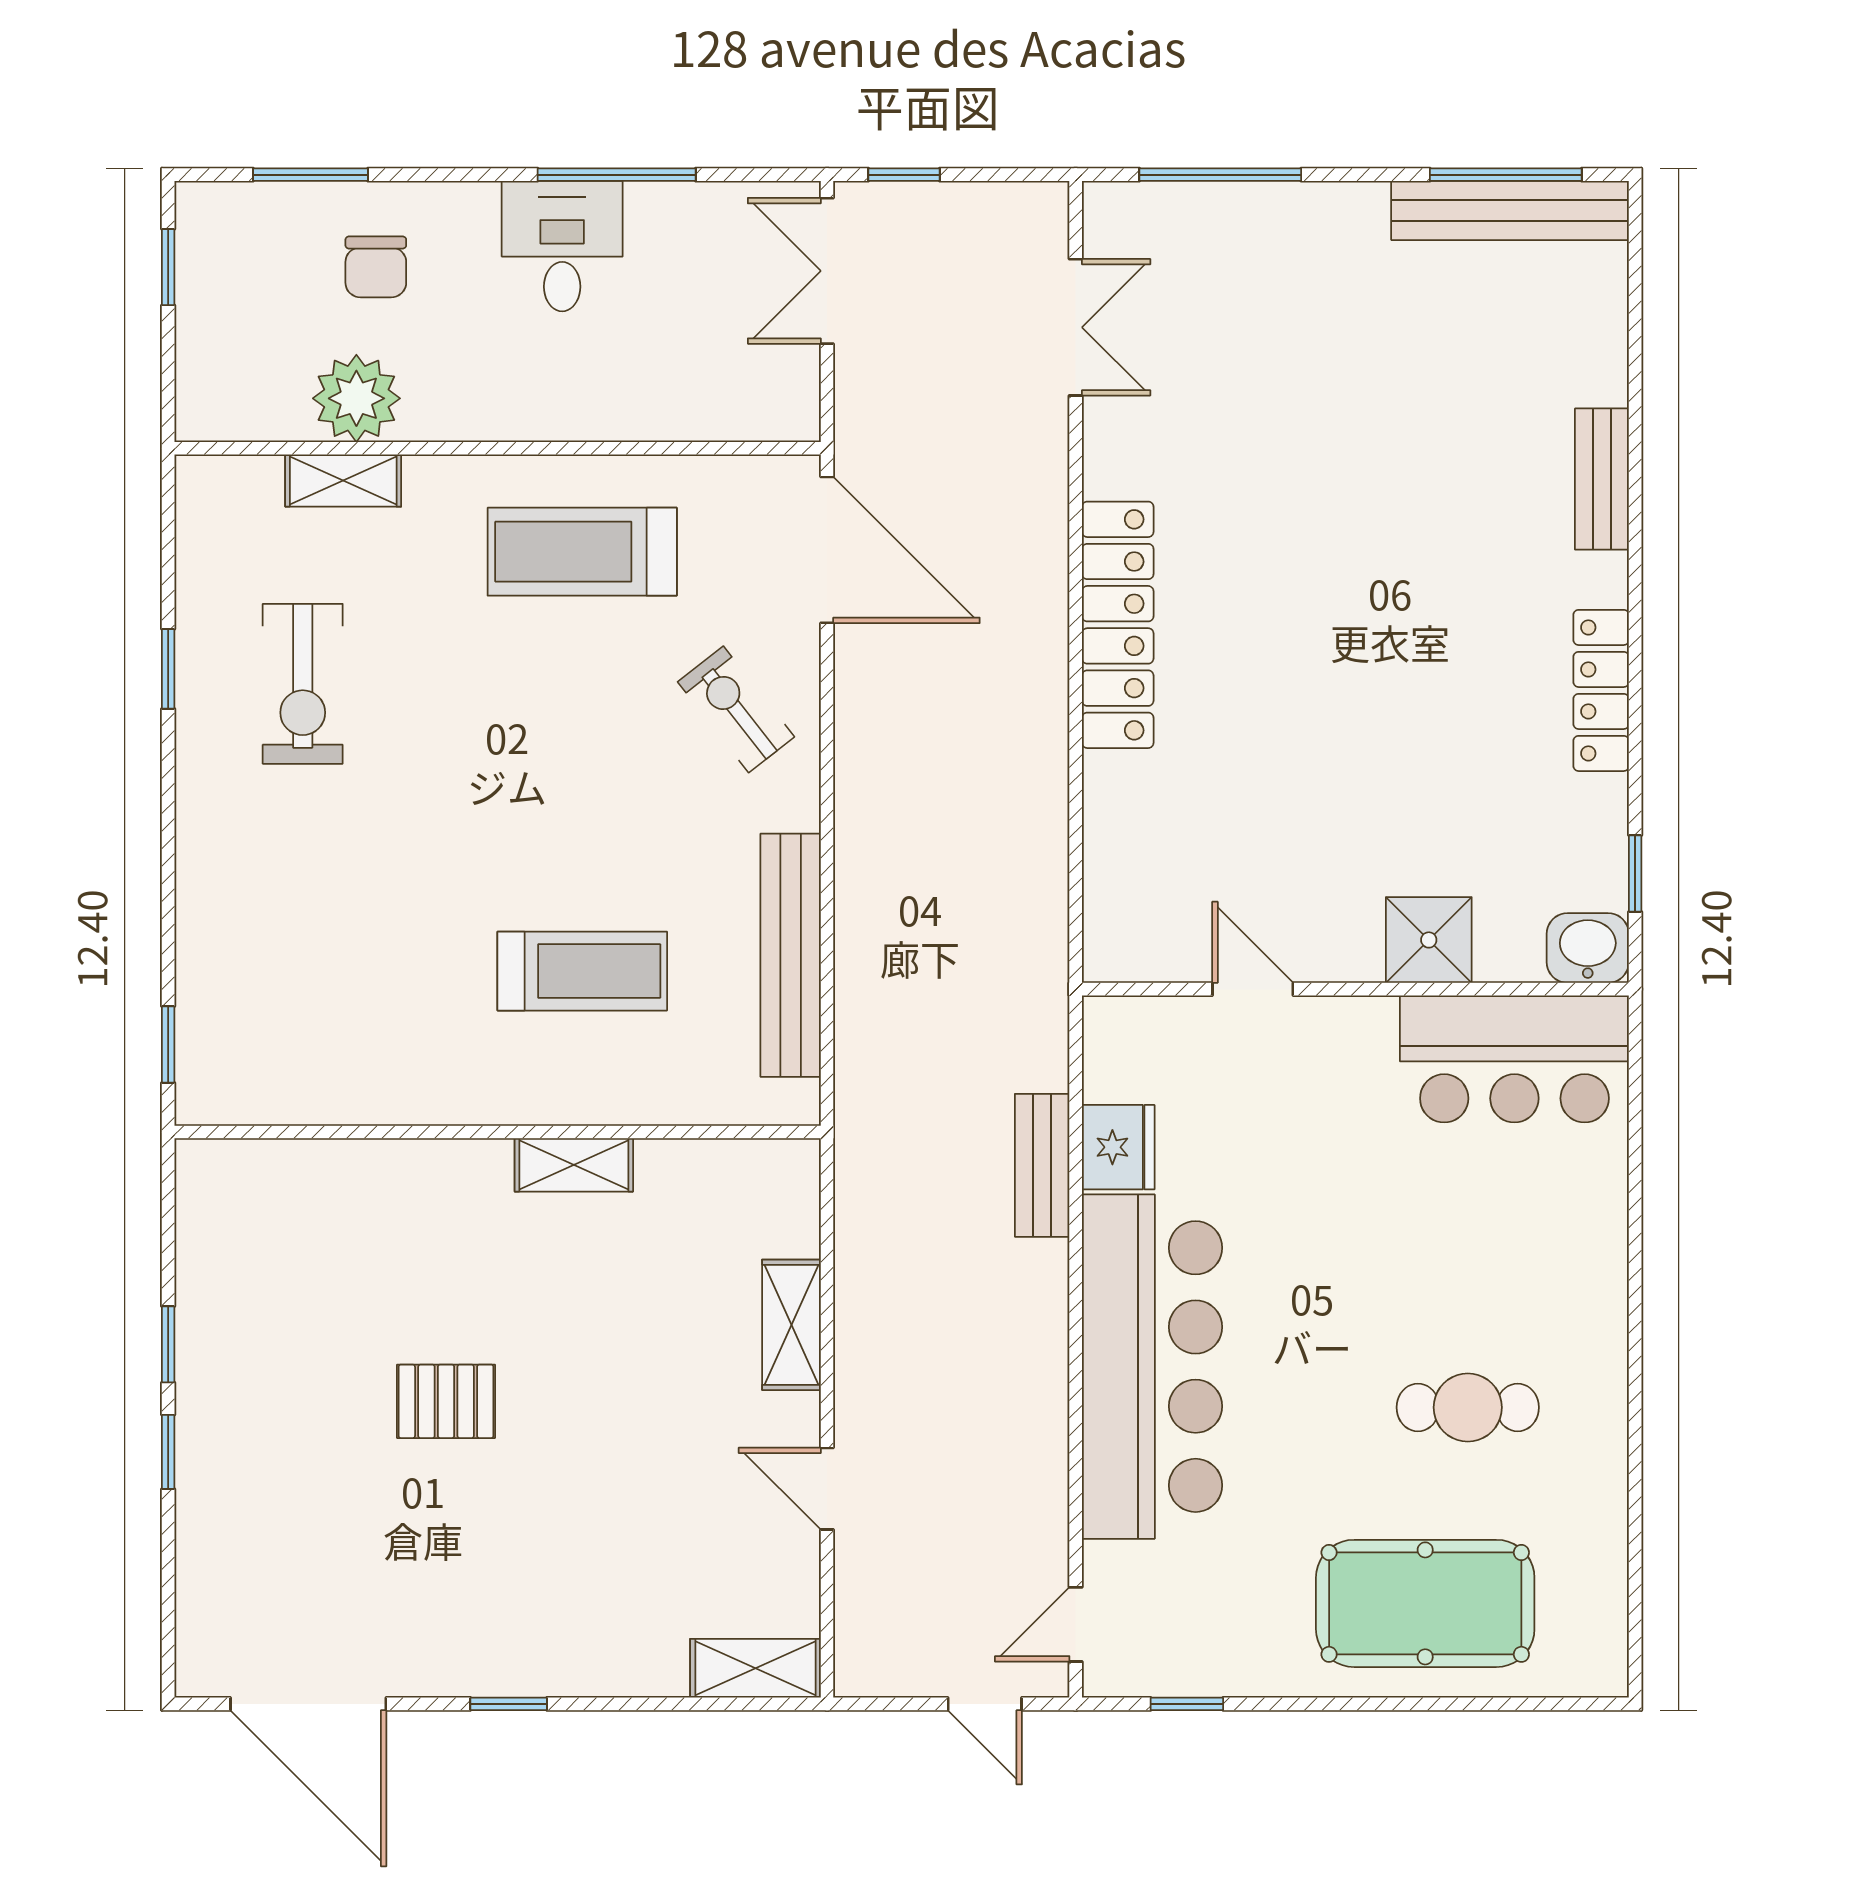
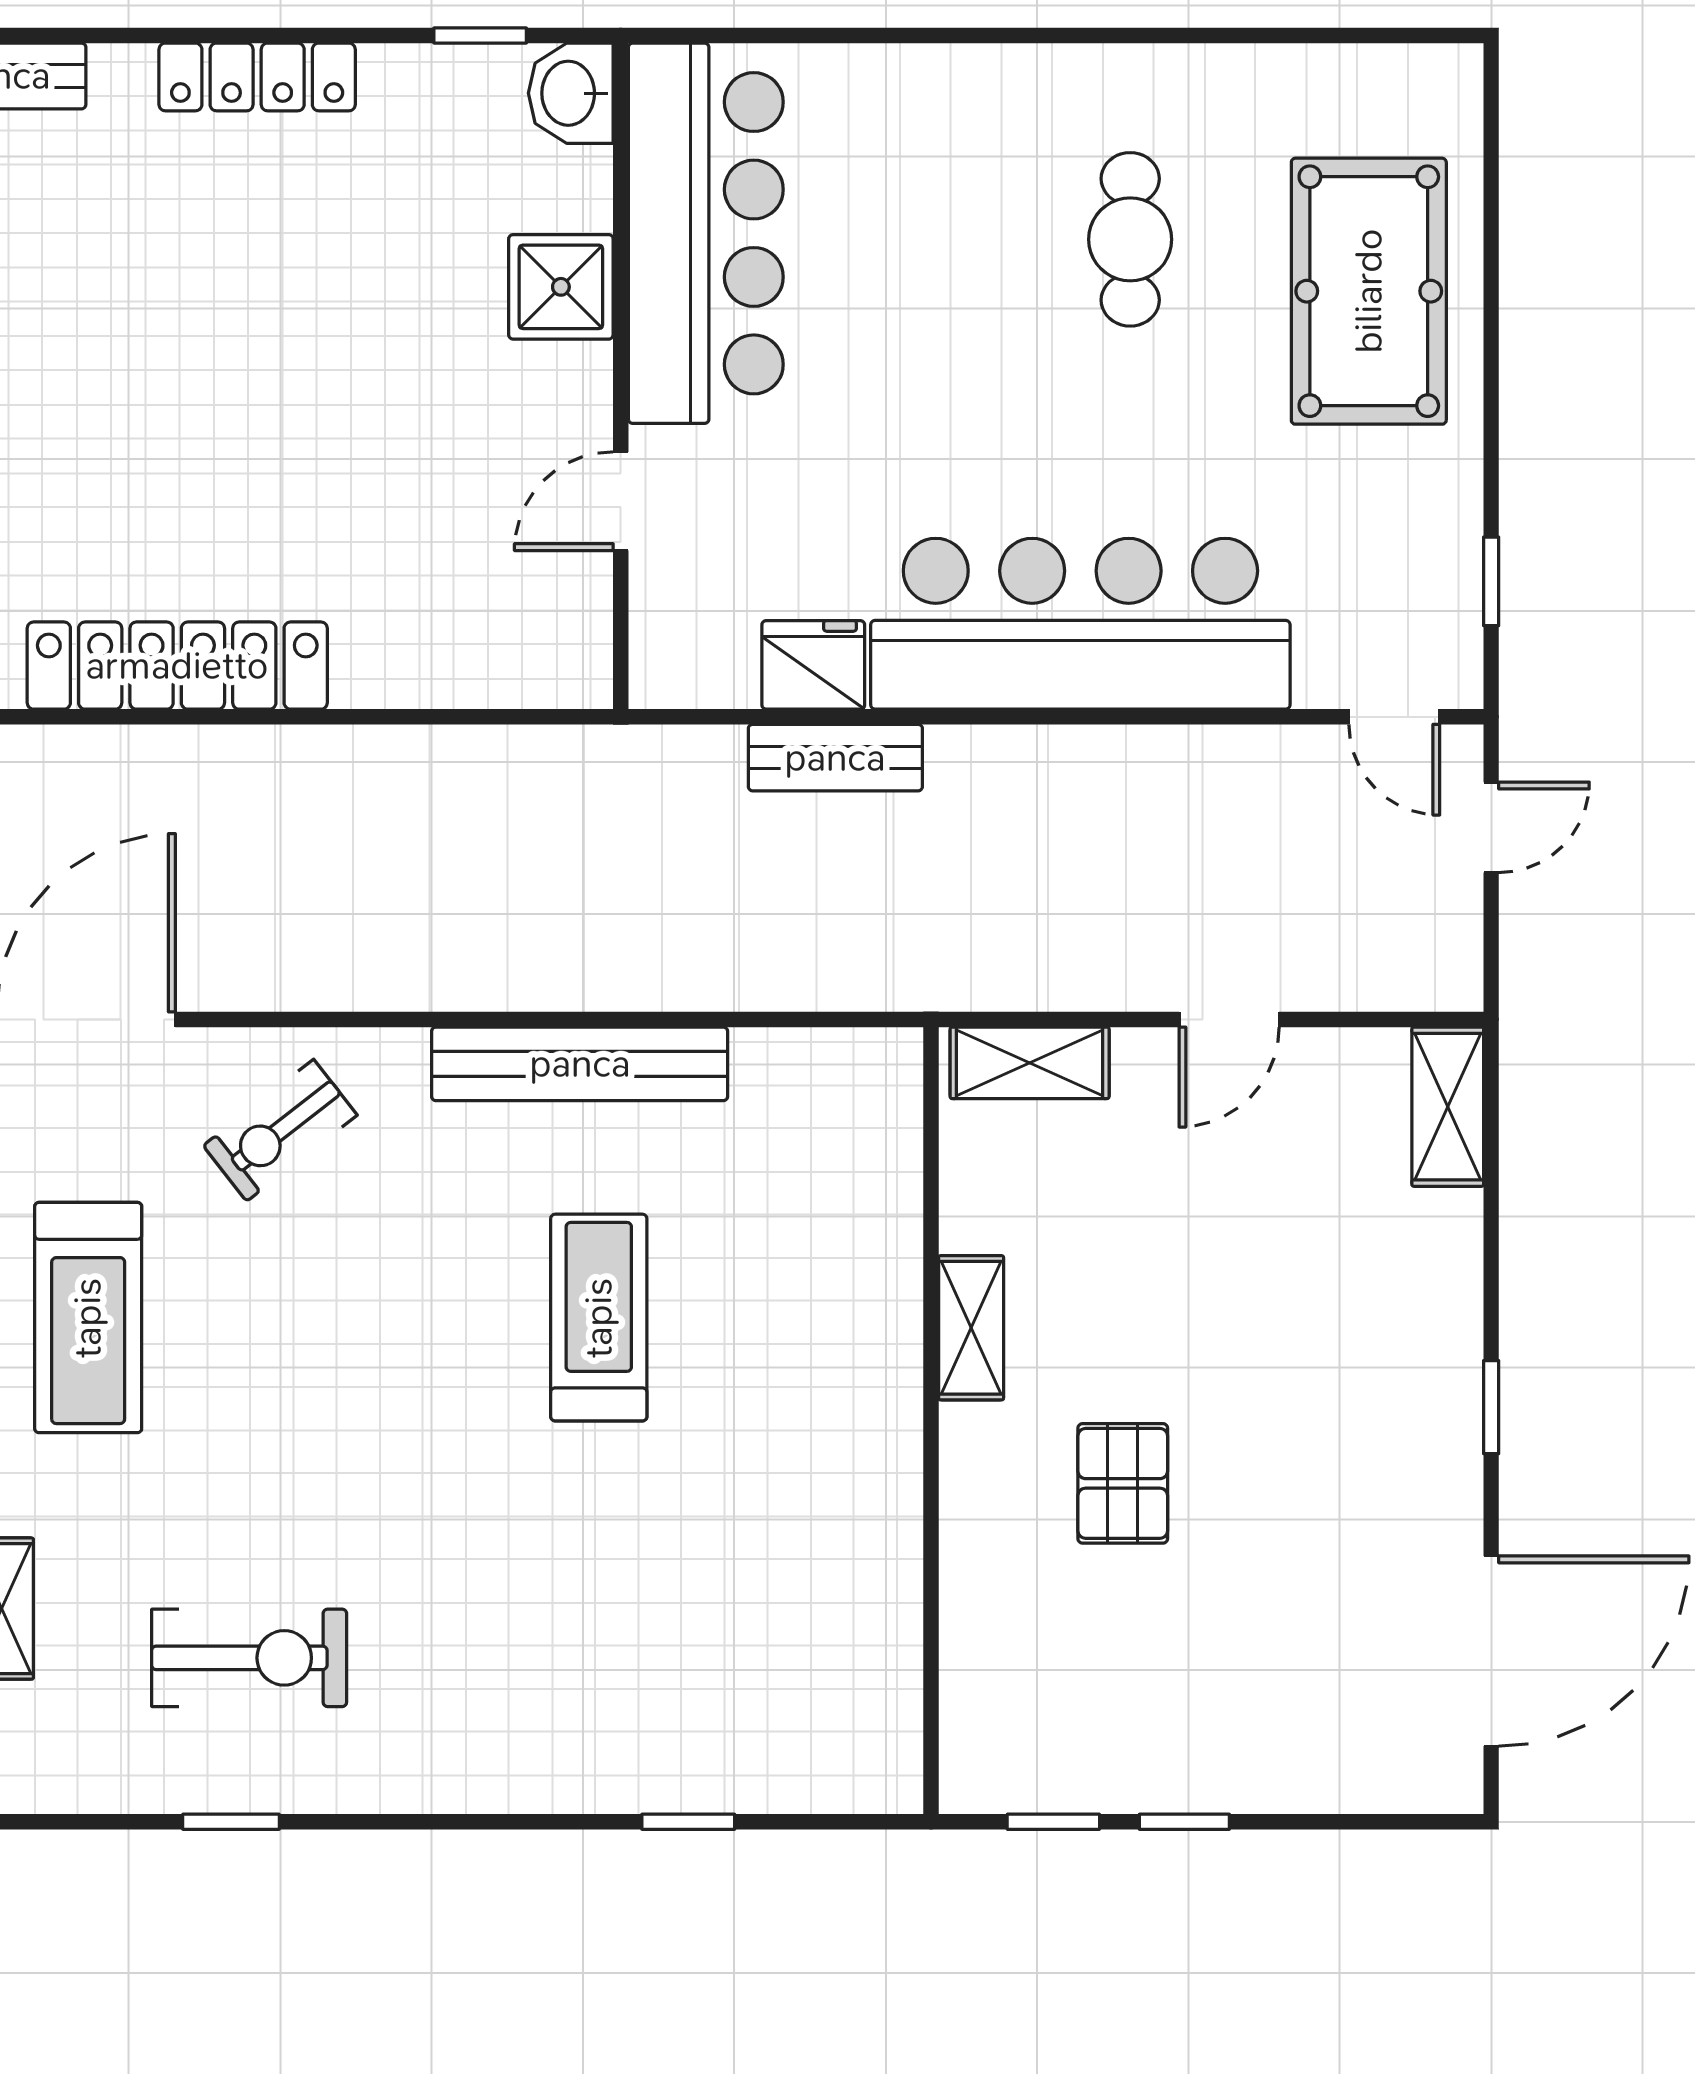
bar counter: (1514, 1059) -> (706, 233), width x1.36
wall: (498, 1132) -> (931, 1421), moved
shelving: (574, 1165) -> (971, 1328), moved

